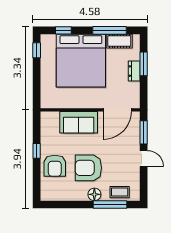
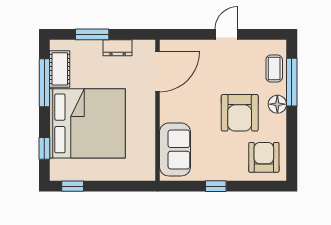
dresser: (134, 71) -> (118, 48), moved
door: (117, 110) -> (157, 72), hinge flipped
sofa: (79, 122) -> (175, 149), moved
window: (144, 132) -> (189, 34), removed
armchair: (55, 166) -> (264, 157), moved, turned -90

